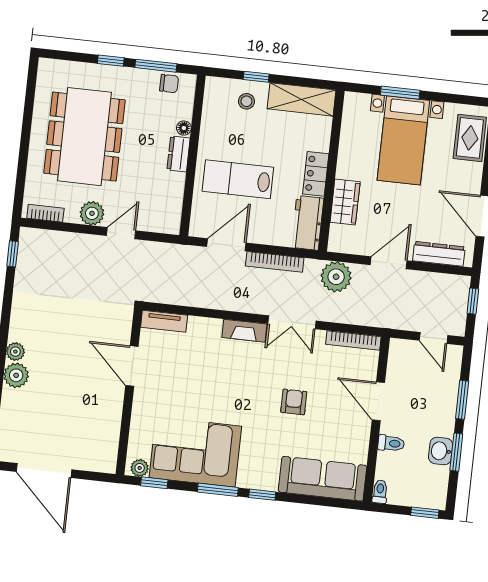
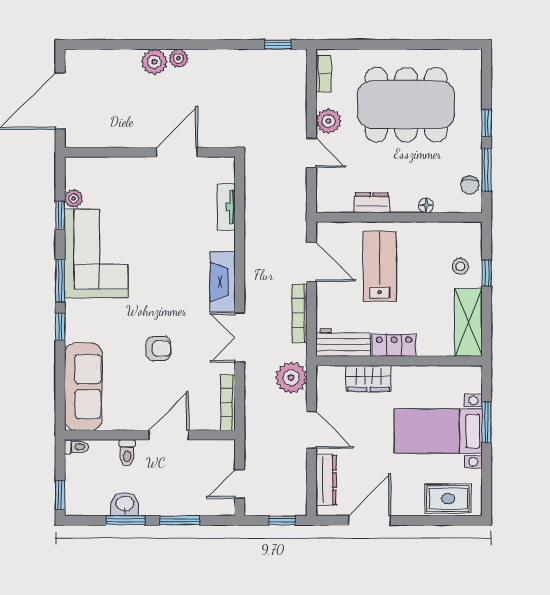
dresser: (179, 154) -> (372, 203), moved
fireplace: (244, 331) -> (223, 282), width x1.37, depth x1.32
door: (132, 366) -> (177, 152), moved
wall: (129, 392) -> (150, 152), moved

